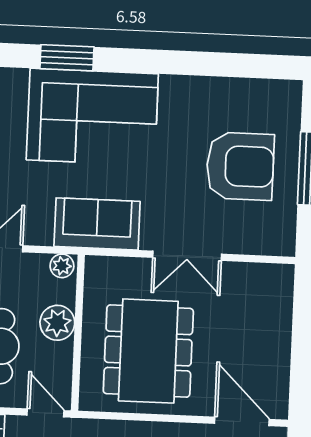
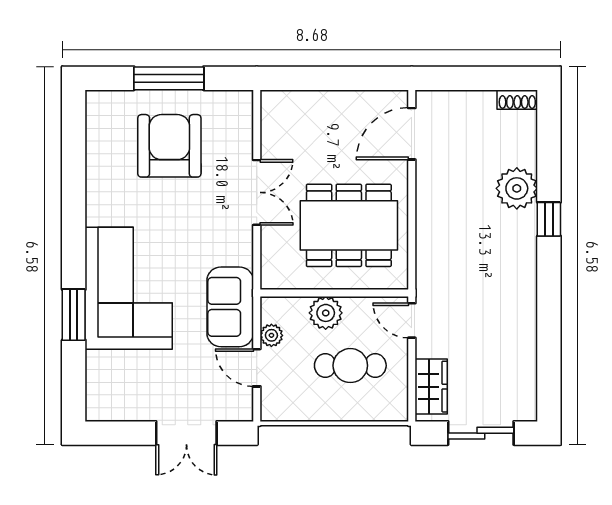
sofa: (97, 224) -> (230, 307), moved
plant: (62, 266) -> (271, 335), moved
door: (45, 413) -> (412, 320), hinge flipped

